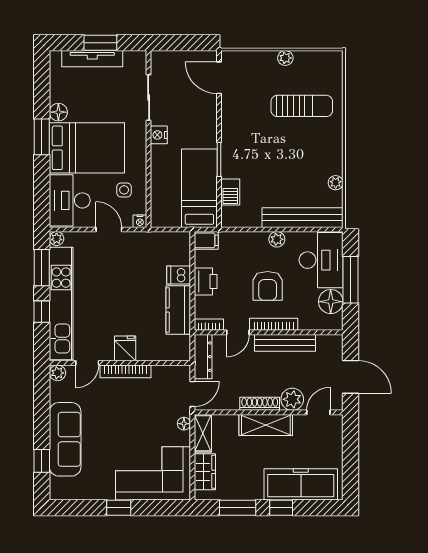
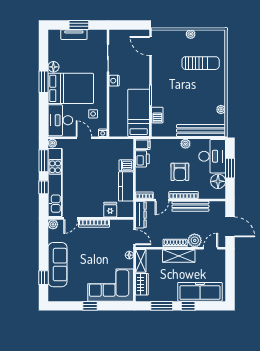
tv unit: (92, 59) -> (74, 35), width x0.71
window: (351, 280) -> (230, 168), width x0.69
printer: (206, 281) -> (142, 159), moved
fridge: (125, 348) -> (110, 210), moved
door: (192, 394) -> (134, 237), hinge flipped

